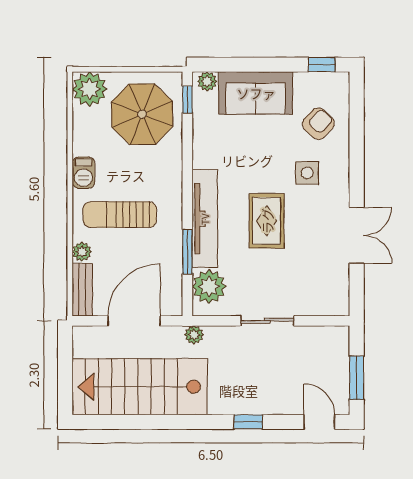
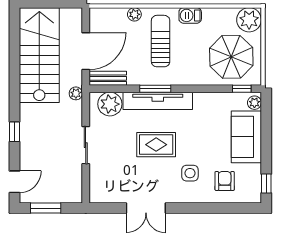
armchair: (318, 124) -> (225, 181), turned -133
window: (187, 252) -> (155, 89), moved
bench: (82, 290) -> (108, 78), moved
door: (134, 321) -> (86, 51), hinge flipped

